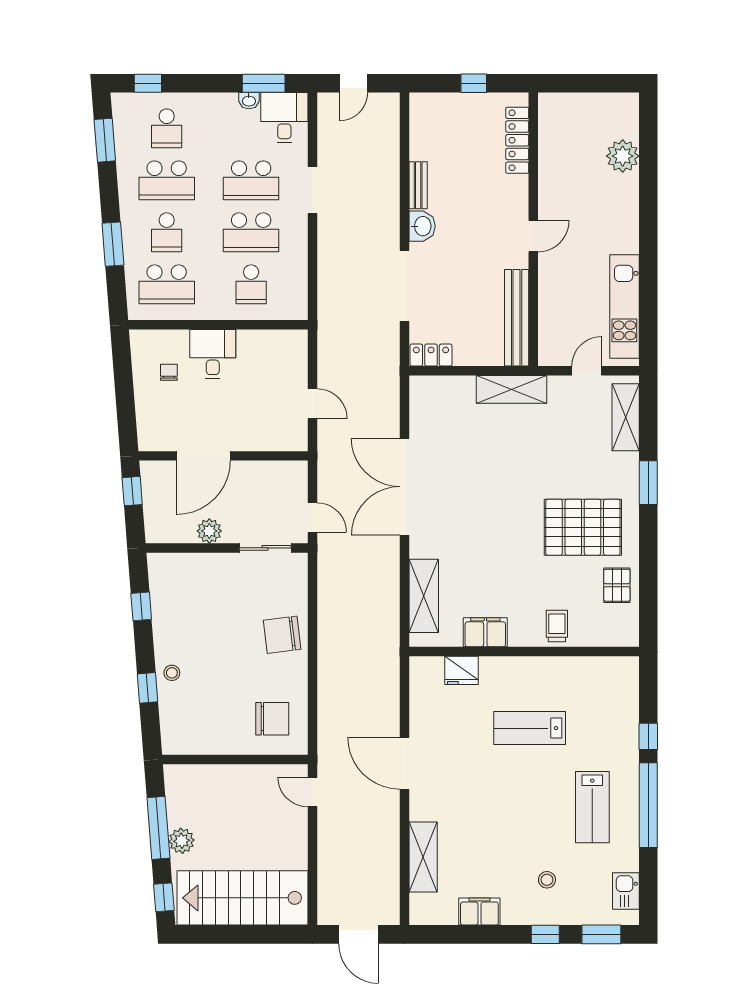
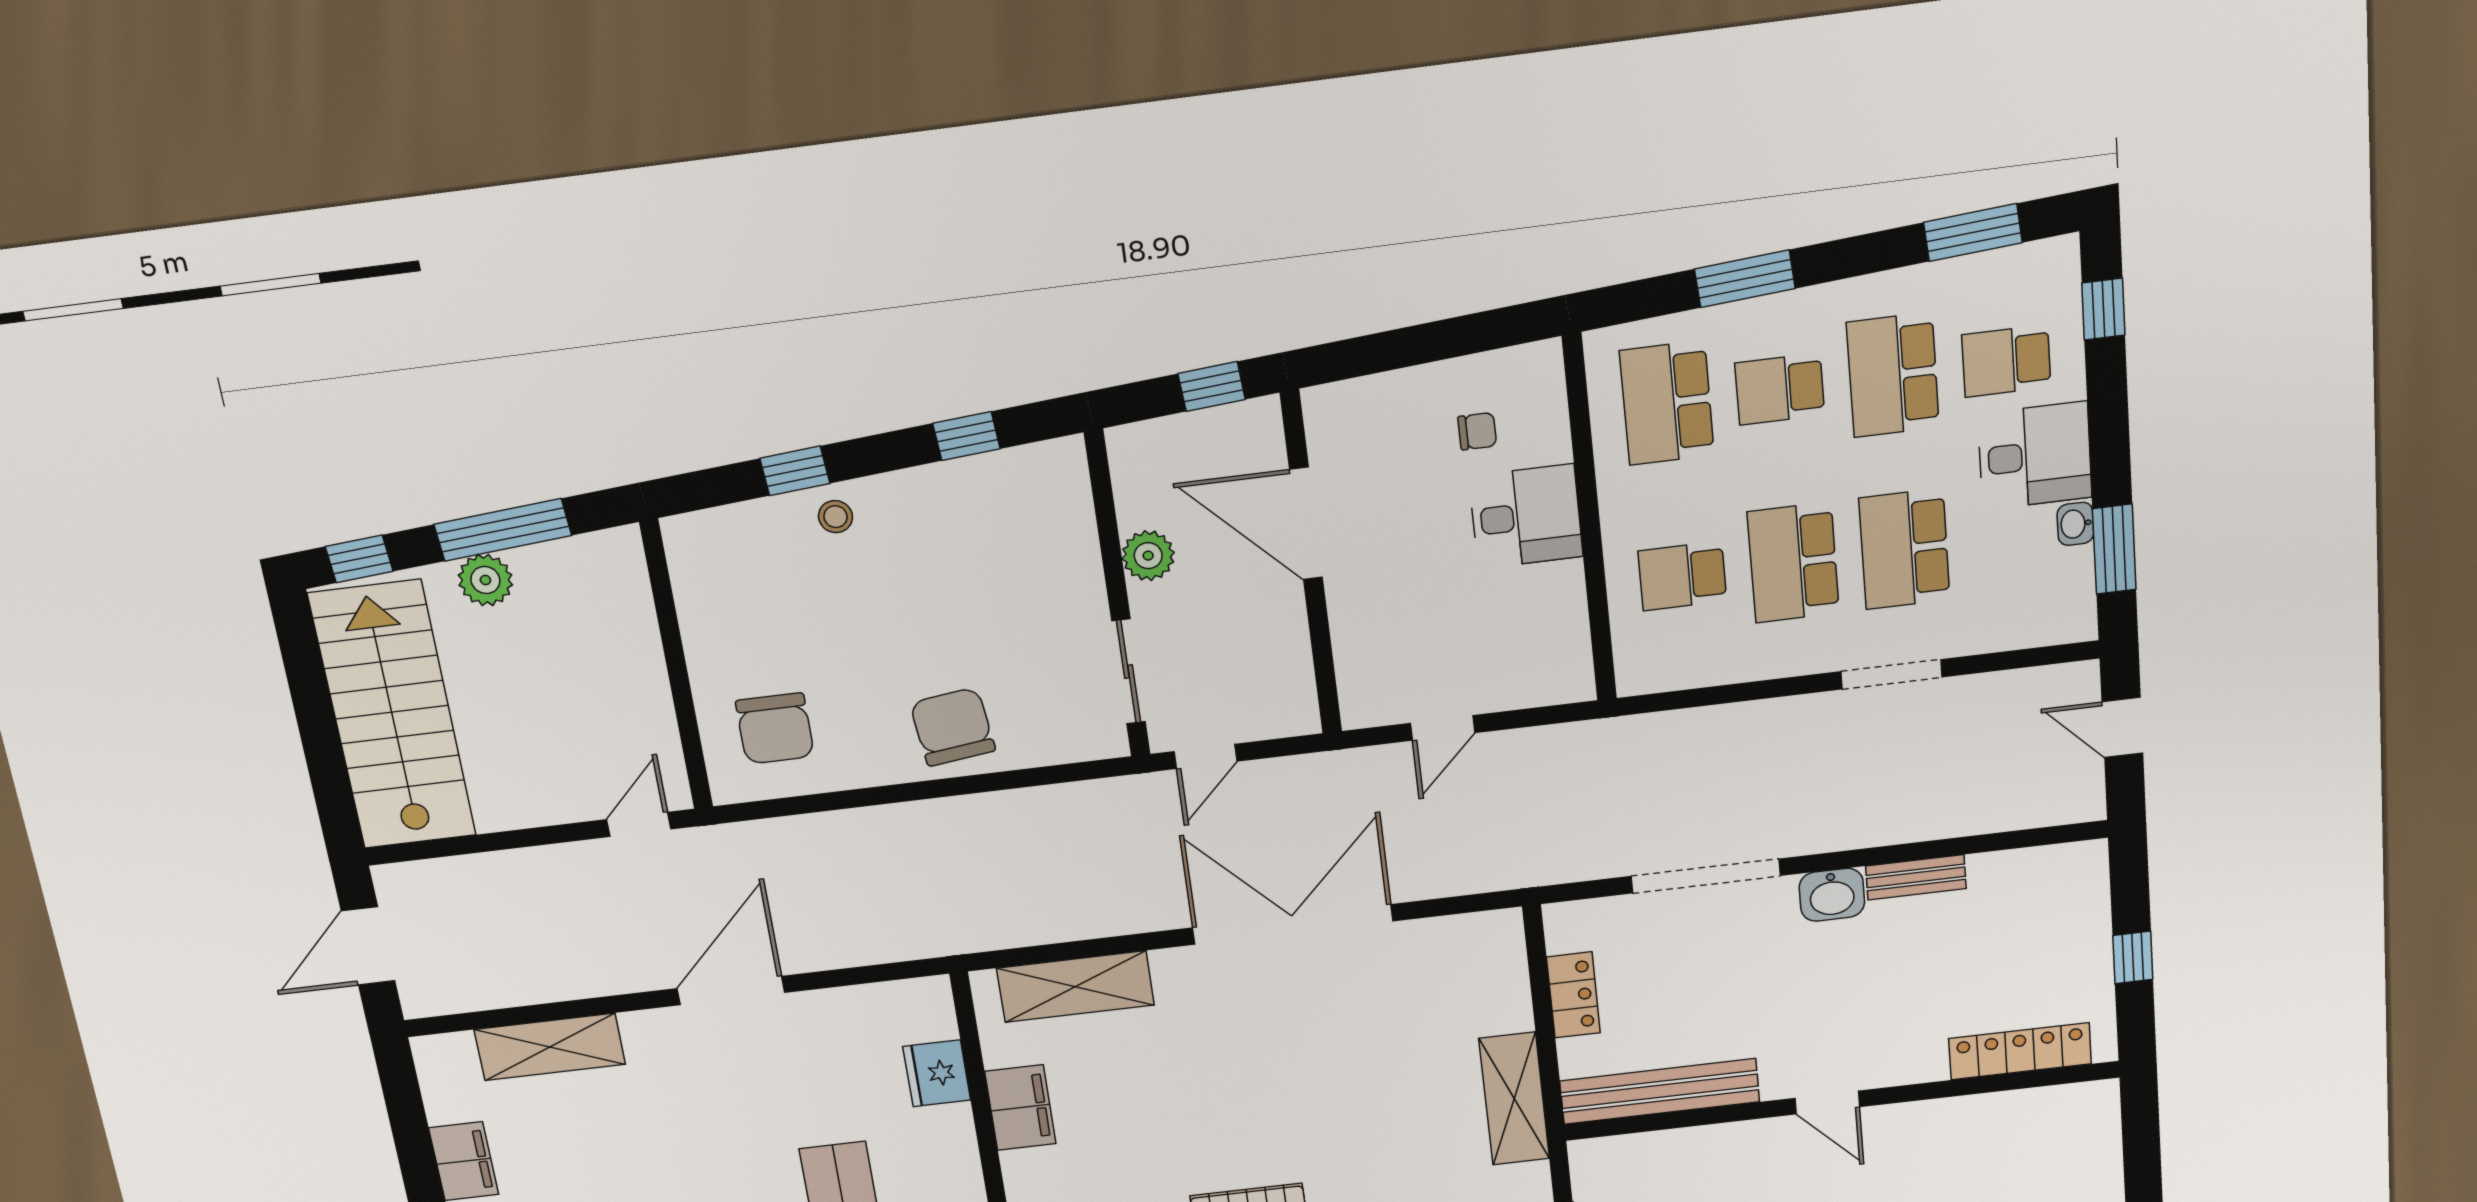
desk: (284, 118) -> (2035, 456), moved
locker: (431, 355) -> (1573, 995), moved

